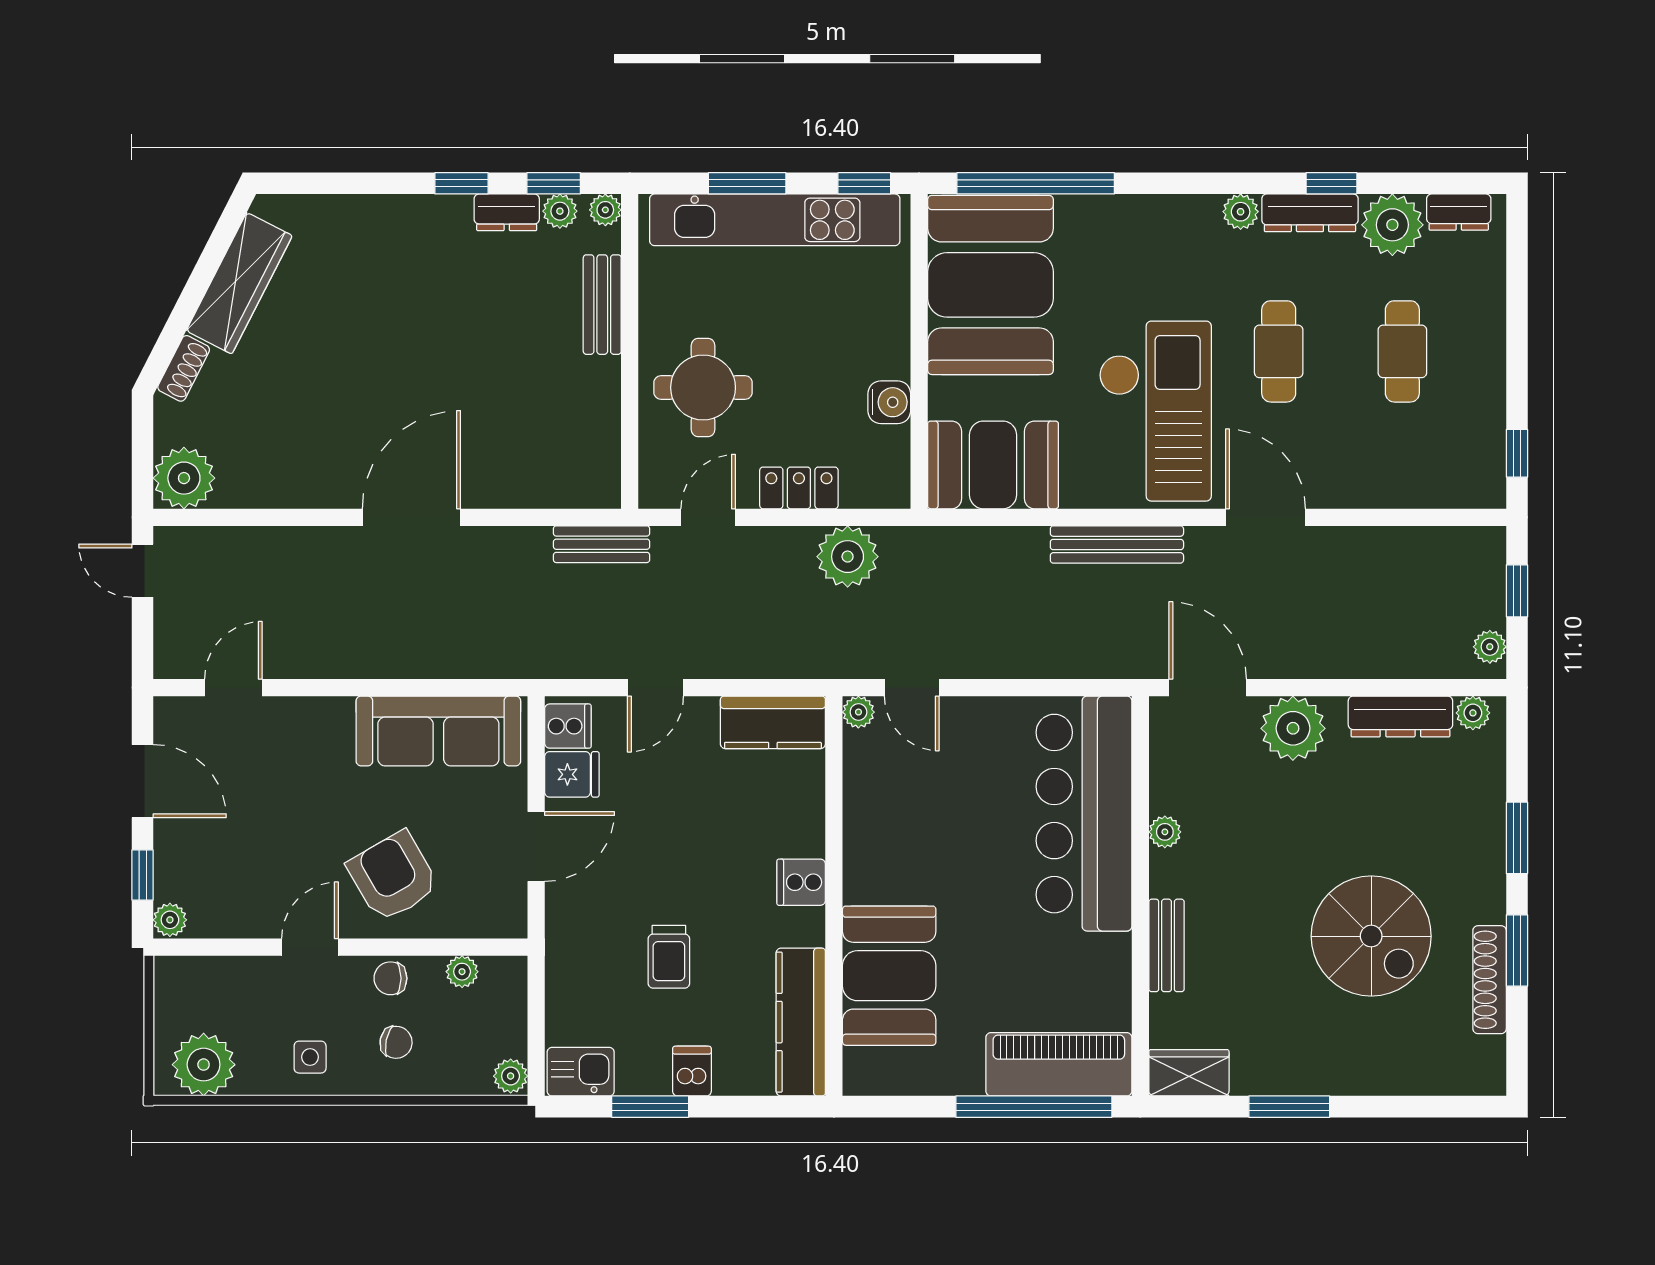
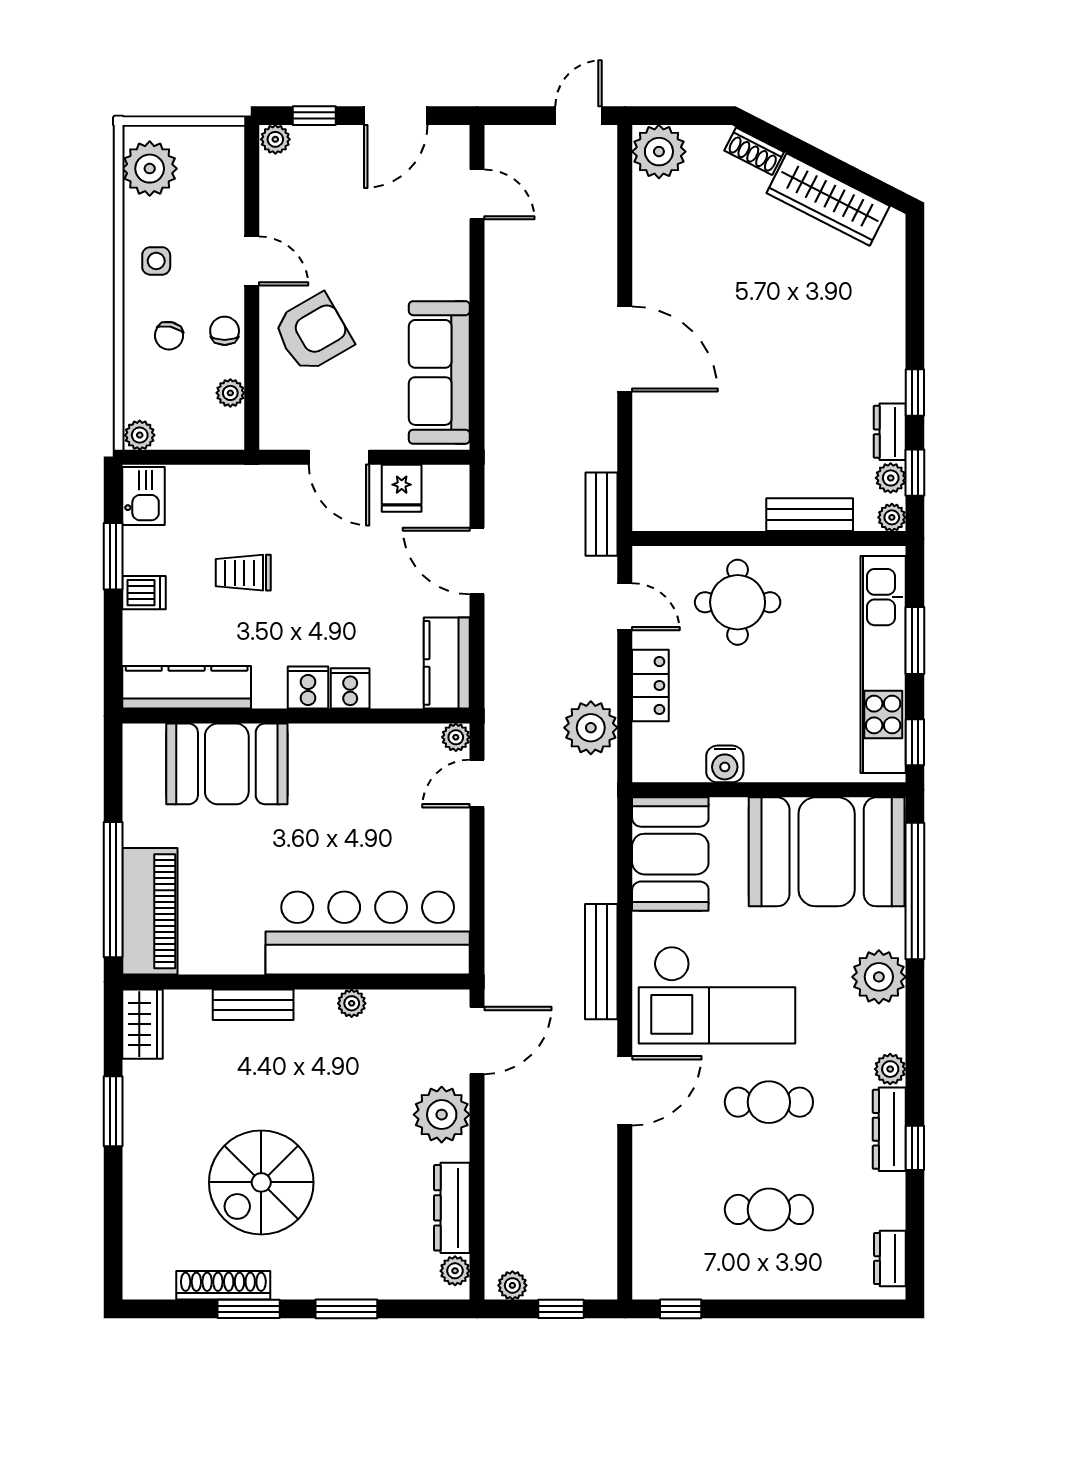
plant: (1392, 225) -> (879, 977), moved
door: (655, 688) -> (477, 561), width x1.38
cooker: (568, 726) -> (350, 688), moved, turned 180

